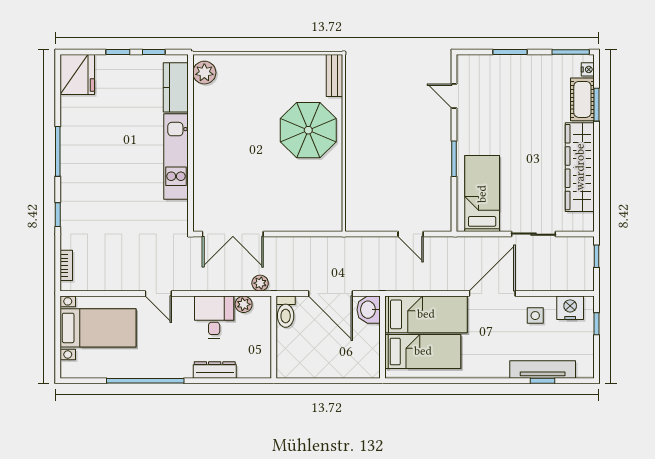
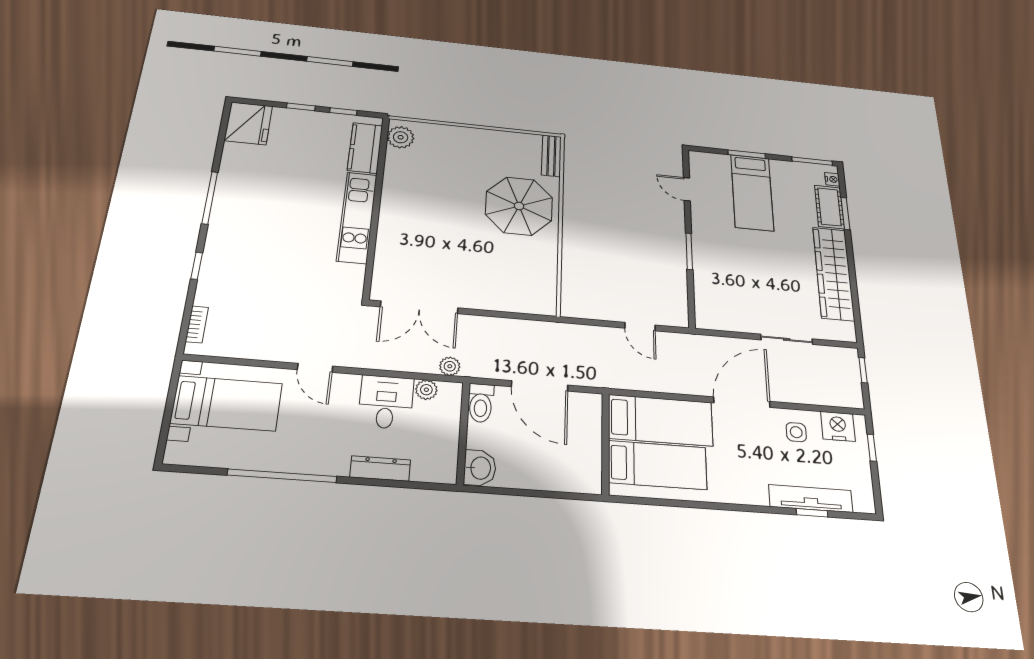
bed: (482, 194) -> (752, 192), moved, turned 180
washbasin: (369, 310) -> (480, 468), moved, turned 180

